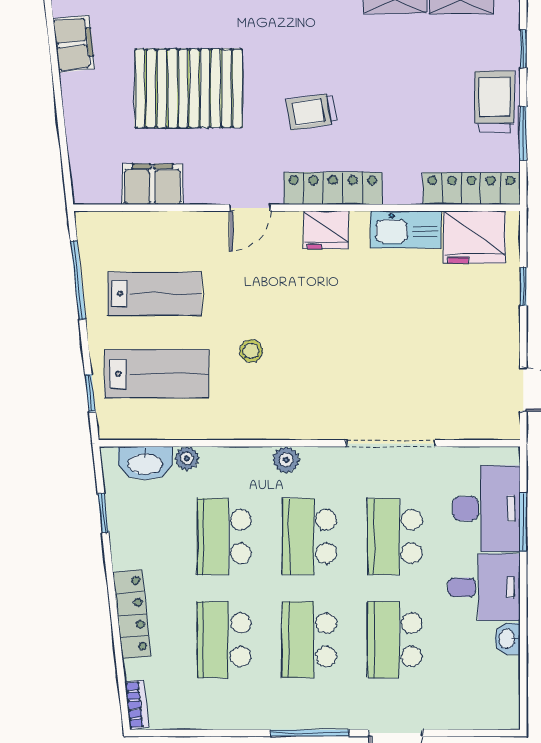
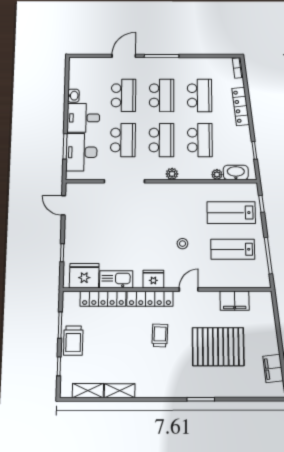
trolley: (312, 112) -> (160, 335), turned -79
locker: (471, 188) -> (103, 299), moved
stool: (251, 351) -> (182, 244), moved

